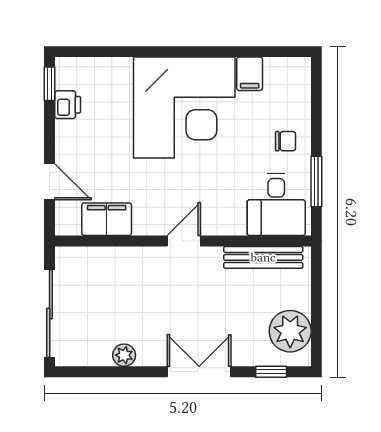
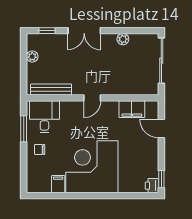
printer: (68, 105) -> (152, 186), moved
plant: (290, 331) -> (32, 57), width x0.53, depth x0.53

